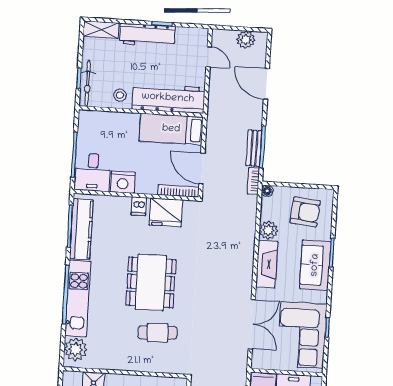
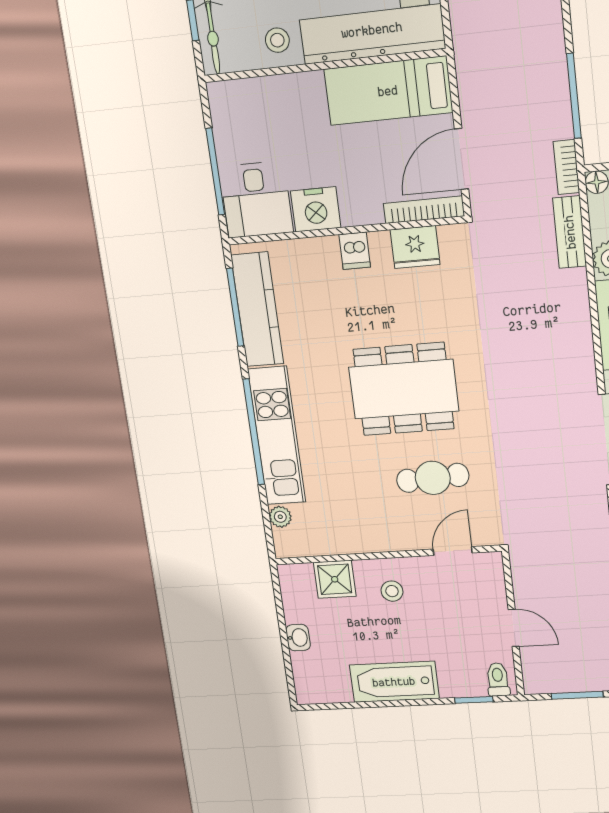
bench: (254, 148) -> (570, 232), moved
door: (202, 169) -> (462, 159), hinge flipped
fridge: (166, 212) -> (415, 247), width x0.73, depth x0.75
dining table: (151, 282) -> (404, 389), turned 90
plant: (76, 349) -> (280, 517), width x0.53, depth x0.53
door: (161, 375) -> (453, 551), added

